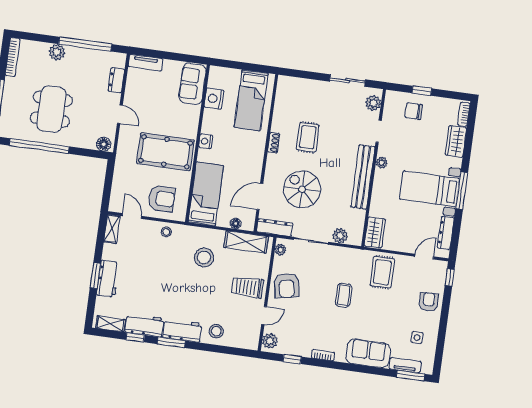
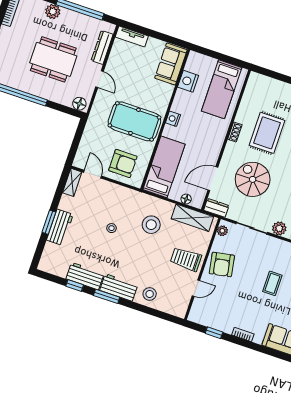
dresser: (116, 80) -> (102, 47), width x1.44
dining table: (51, 109) -> (53, 59), moved, turned 90
rug: (308, 137) -> (267, 133), width x1.36, depth x1.43
dresser: (275, 227) -> (216, 208), width x0.70
stool: (166, 232) -> (112, 228), moved
shelving: (111, 324) -> (54, 269), removed
plant: (270, 341) -> (197, 312), removed

